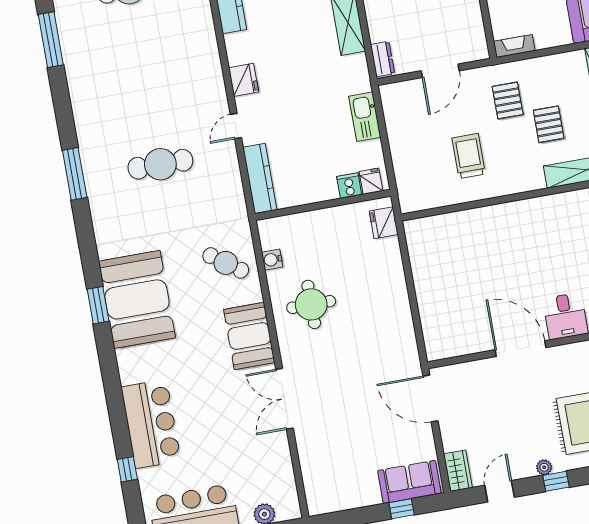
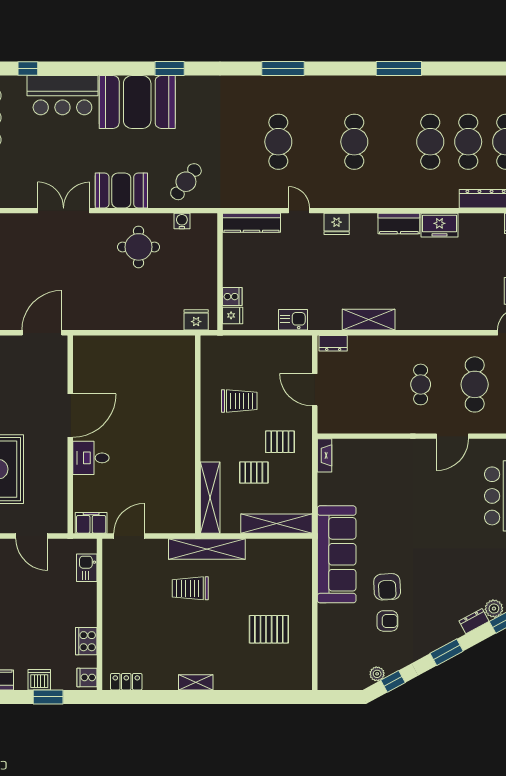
cafe table: (145, 76) -> (354, 142), added
kitchen sink: (365, 117) -> (293, 320), width x0.73
booth: (137, 299) -> (137, 102), moved

